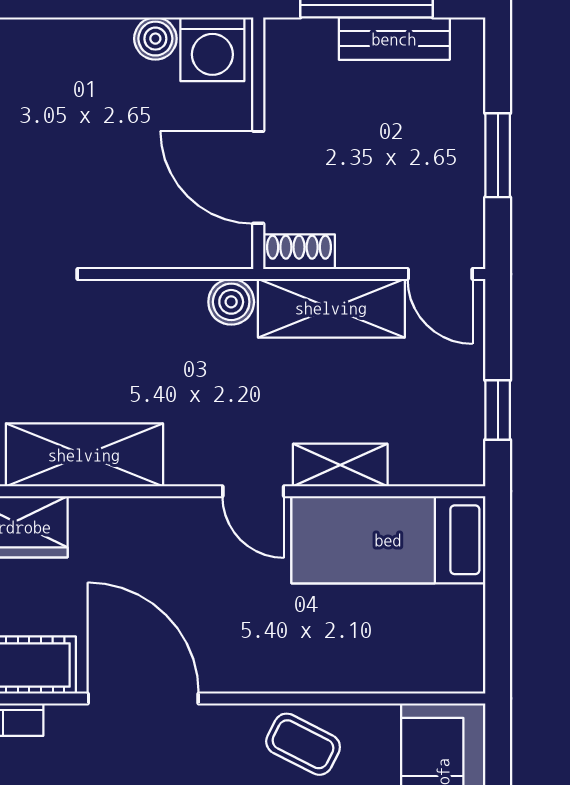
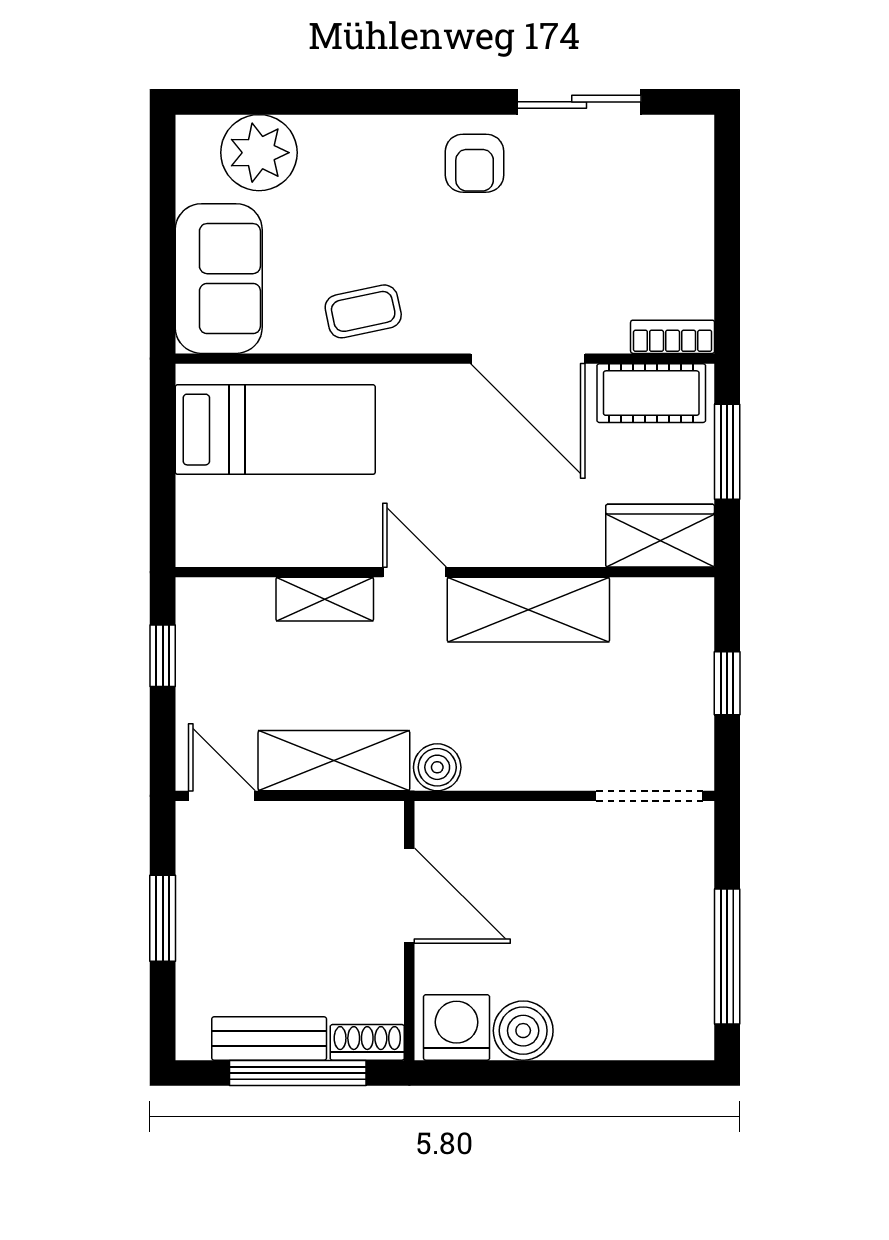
boiler: (155, 39) -> (523, 1031), width x1.36, depth x1.36
shoe rack: (299, 252) -> (367, 1042), moved, turned 180
shelving: (84, 455) -> (528, 610), moved
bed: (388, 540) -> (275, 430), moved
coffee table: (303, 744) -> (363, 311), turned -39

